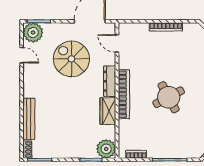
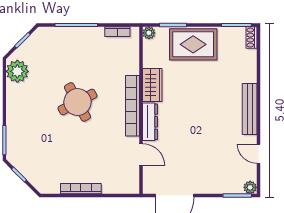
plant: (33, 32) -> (250, 187), width x0.53, depth x0.53
door: (117, 43) -> (141, 155), moved
spiral stairs: (71, 59) -> (197, 149), removed
bench: (29, 119) -> (250, 109), moved
rug: (75, 144) -> (193, 44), added
plant: (106, 149) -> (149, 33), width x0.53, depth x0.53

